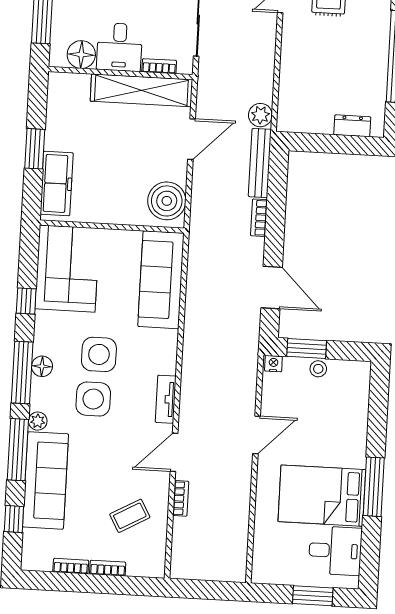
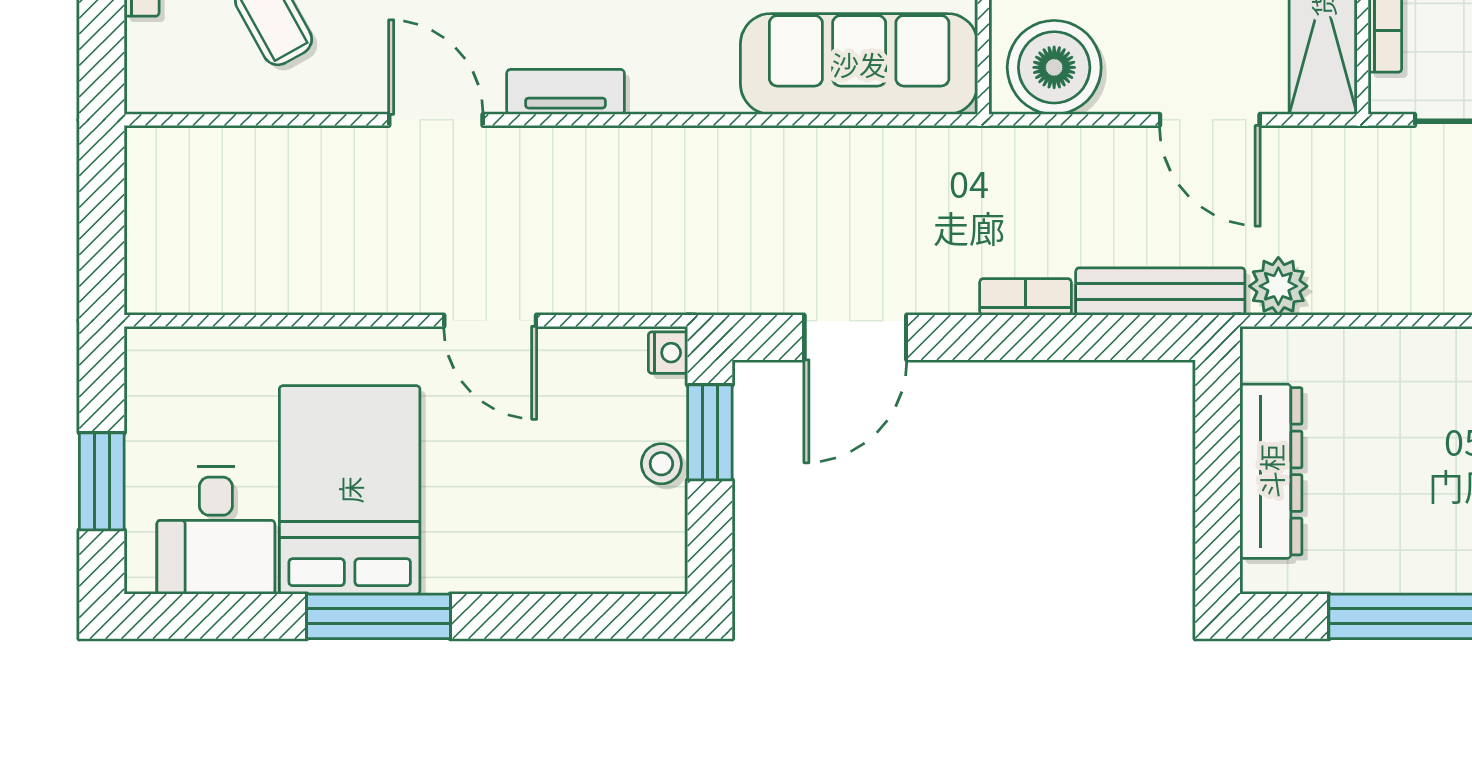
dresser: (352, 126) -> (1271, 471), width x1.96, depth x1.24
bookcase: (181, 498) -> (323, 143), removed

